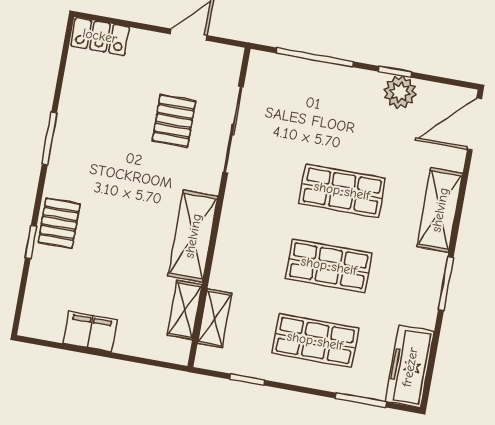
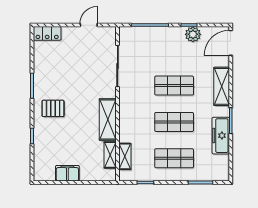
pallet: (174, 121) -> (89, 67), removed
pallet: (59, 223) -> (53, 108), moved, turned 90
freezer: (410, 367) -> (221, 136), moved

